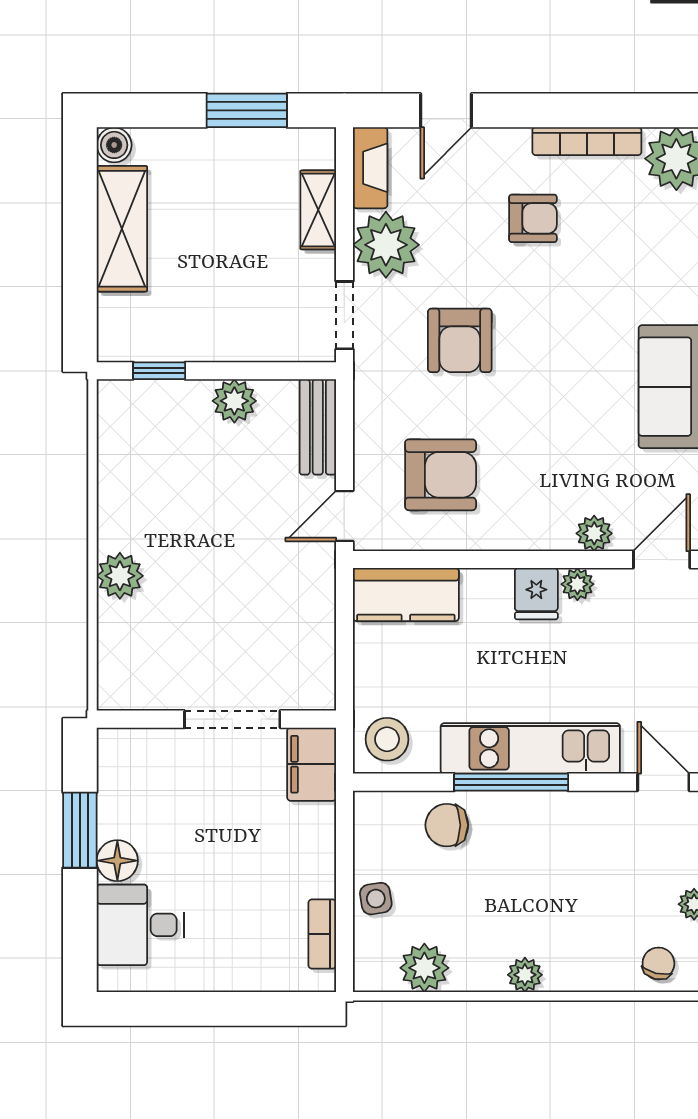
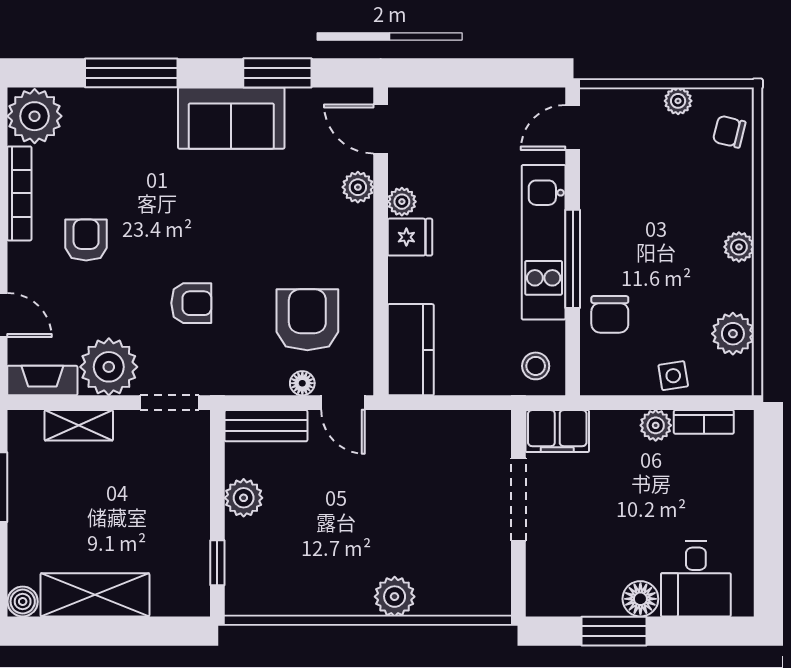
armchair: (460, 340) -> (191, 303), width x0.72, depth x0.72
floor lamp: (367, 469) -> (302, 383), added
stool: (387, 739) -> (536, 366), width x0.73, depth x0.73
plant: (318, 878) -> (656, 425), added

